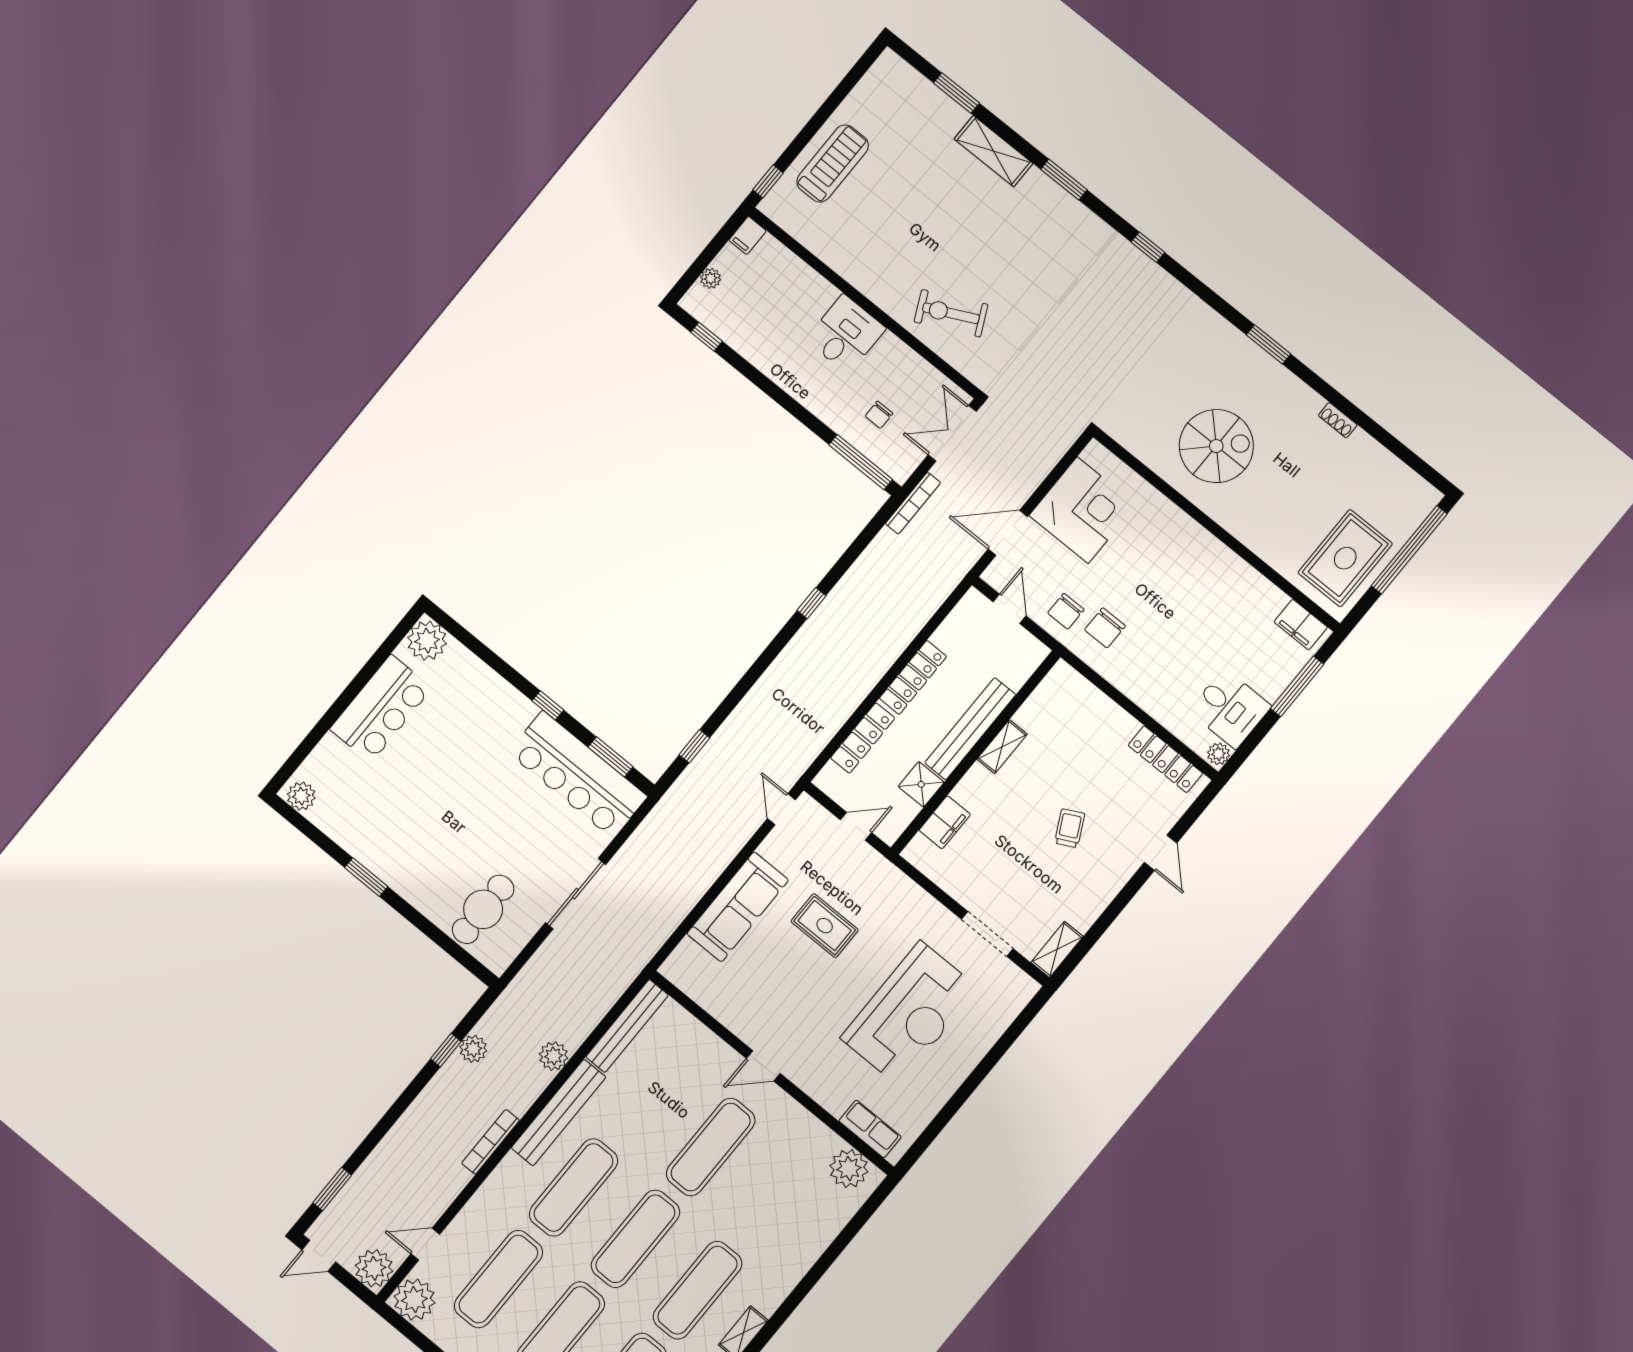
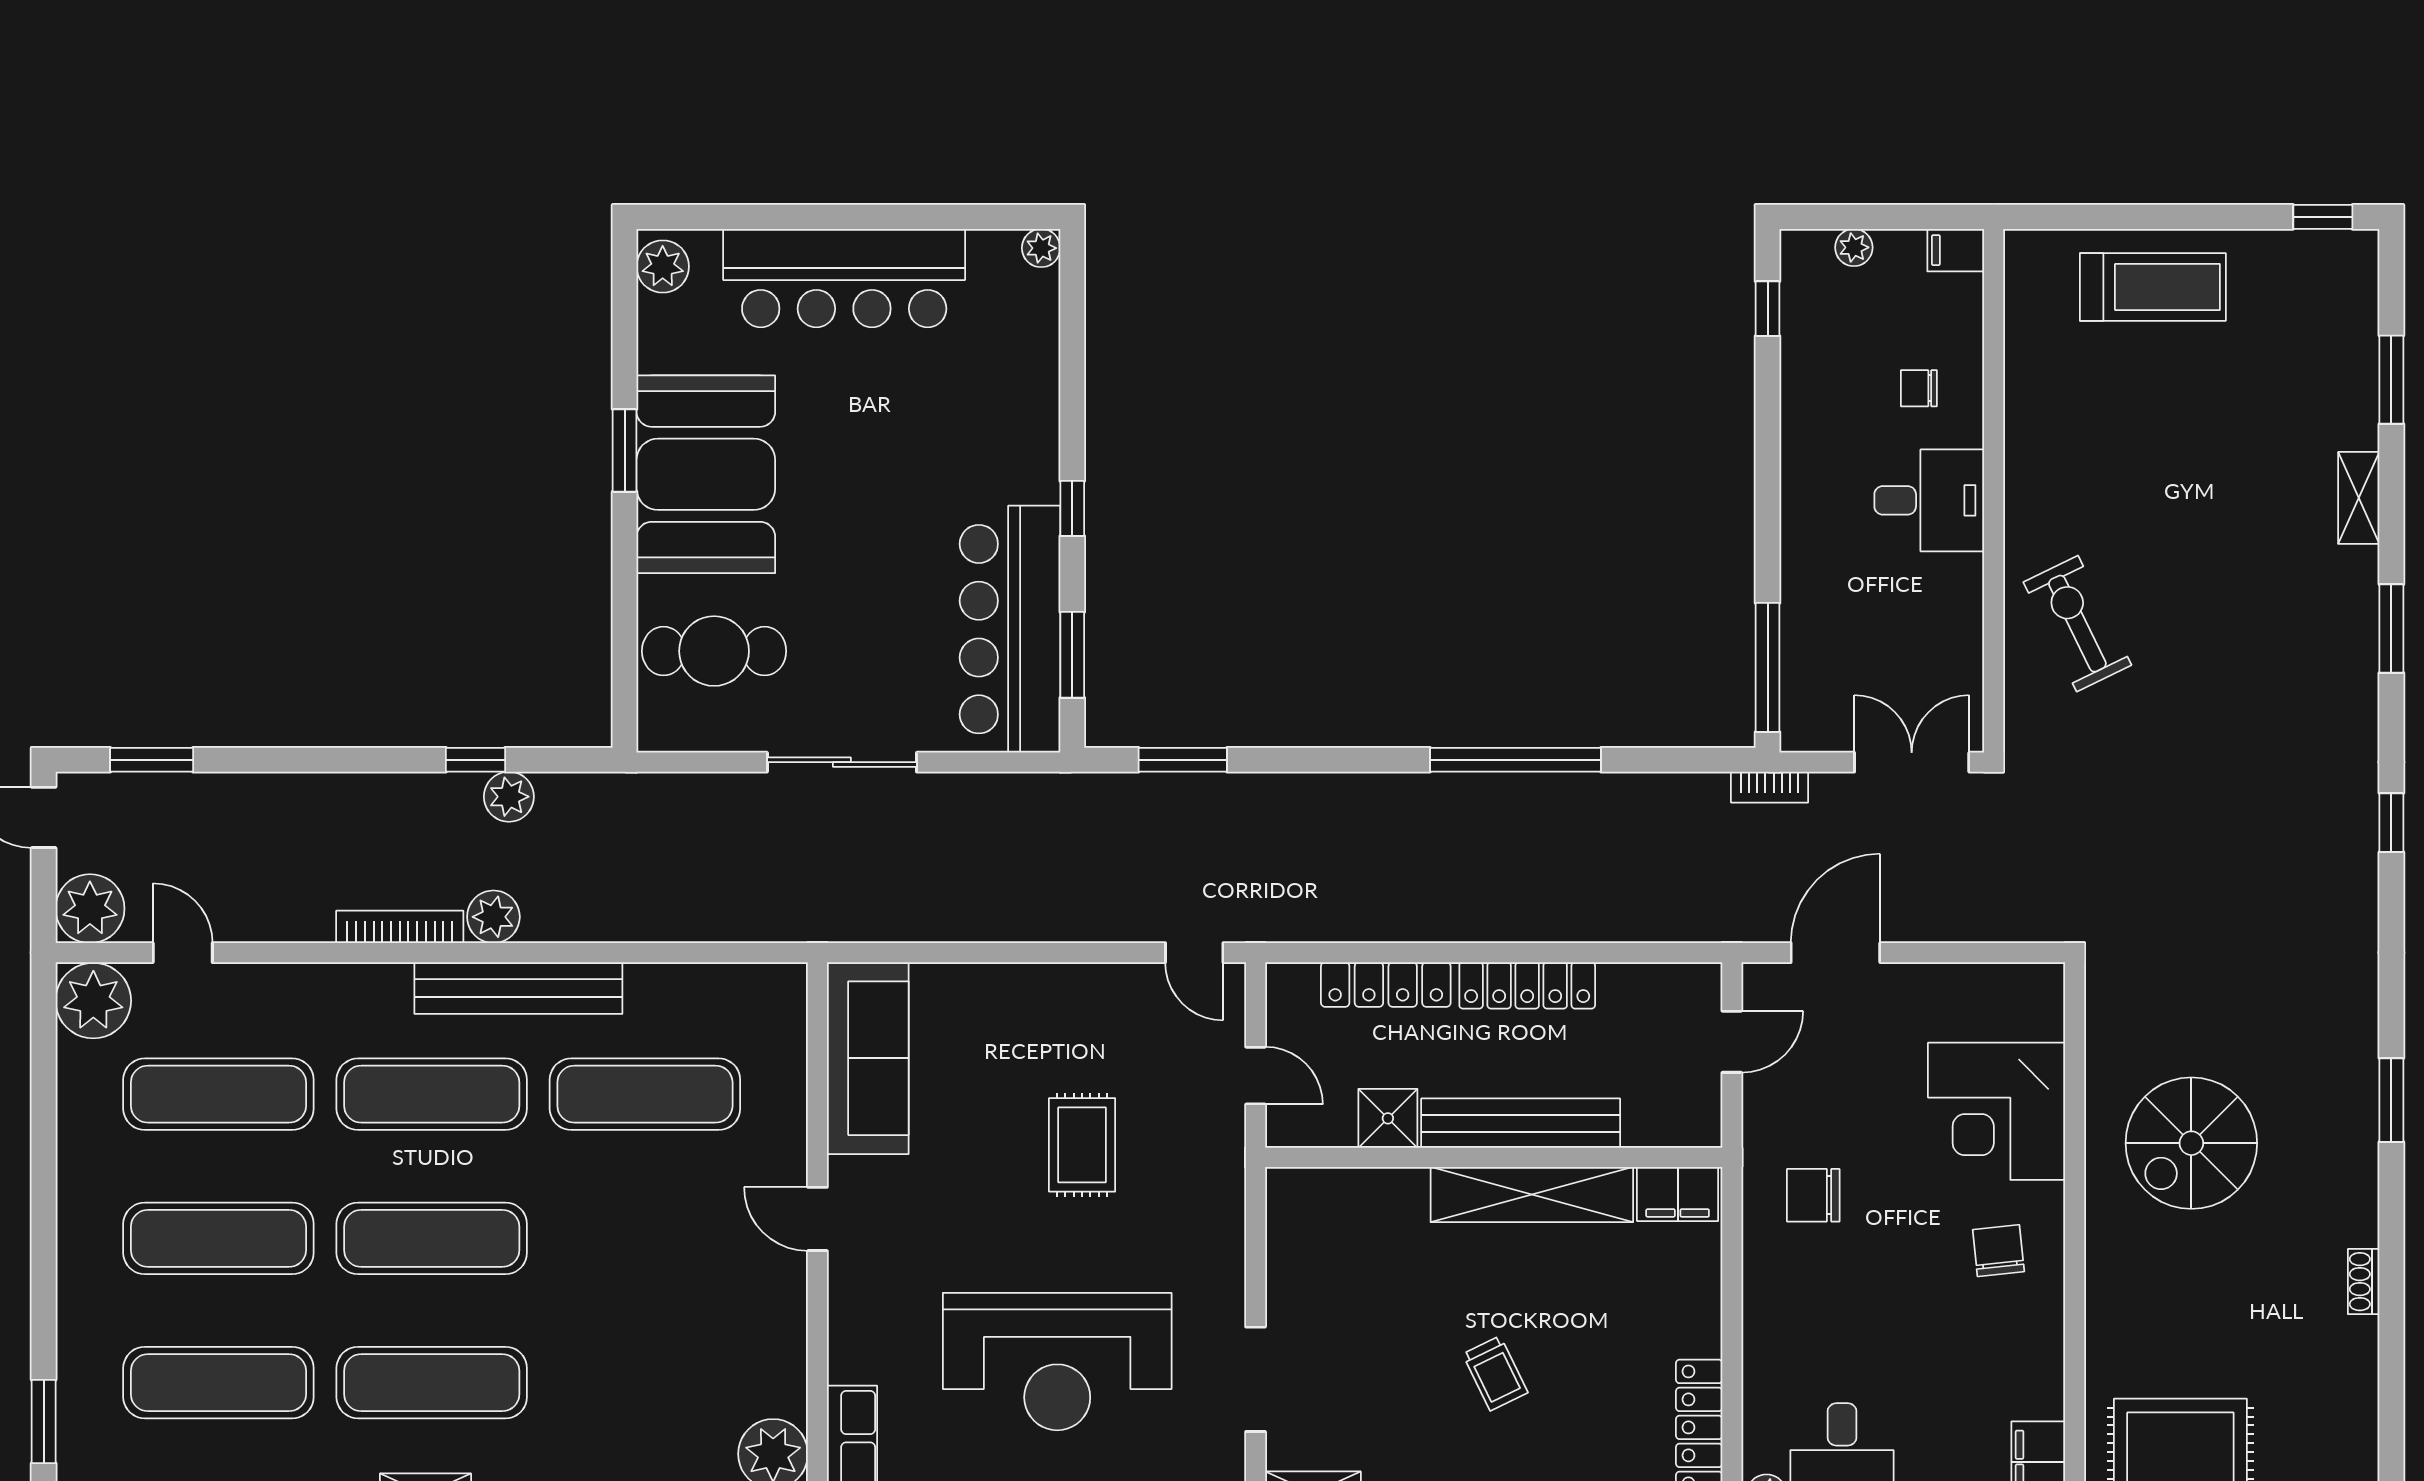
shelving: (994, 151) -> (2359, 498), width x0.67, depth x0.75
window: (768, 181) -> (2323, 217), moved
chair: (879, 415) -> (1919, 388), moved
spiral stairs: (1216, 446) -> (2191, 1143), turned 90
bookcase: (913, 503) -> (1770, 787), width x0.64
corner desk: (1083, 510) -> (1997, 1111), moved, turned 90
door: (1008, 533) -> (1835, 953), hinge flipped
window: (812, 603) -> (1515, 760), width x3.17
chair: (1066, 611) -> (1998, 1251), moved, turned 84
plant: (427, 641) -> (1041, 248), width x0.53, depth x0.53
bar counter: (381, 709) -> (844, 278), width x1.36
window: (694, 746) -> (1183, 760), width x1.50
shelving: (1002, 747) -> (1532, 1195), width x2.20, depth x1.33
door: (781, 809) -> (1194, 953), swing flipped
filing cabinet: (945, 822) -> (1678, 1194), moved
trolley: (1070, 828) -> (1495, 1373), turned 91
booth: (405, 851) -> (706, 474), added
sofa: (738, 907) -> (868, 1058), moved, turned -90
bench: (627, 1026) -> (717, 985), removed
plant: (554, 1056) -> (493, 917), moved
exercise mat: (711, 1147) -> (645, 1094), moved

